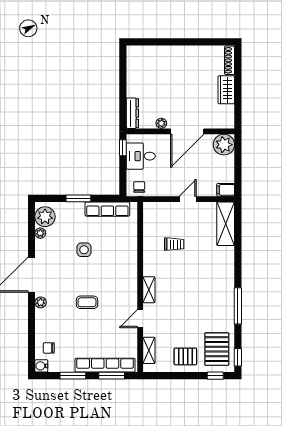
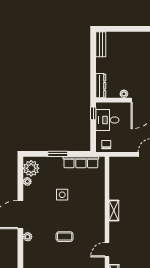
bench: (132, 61) -> (101, 44), added
trolley: (174, 244) -> (134, 190), removed
shelving: (149, 290) -> (114, 211), moved

